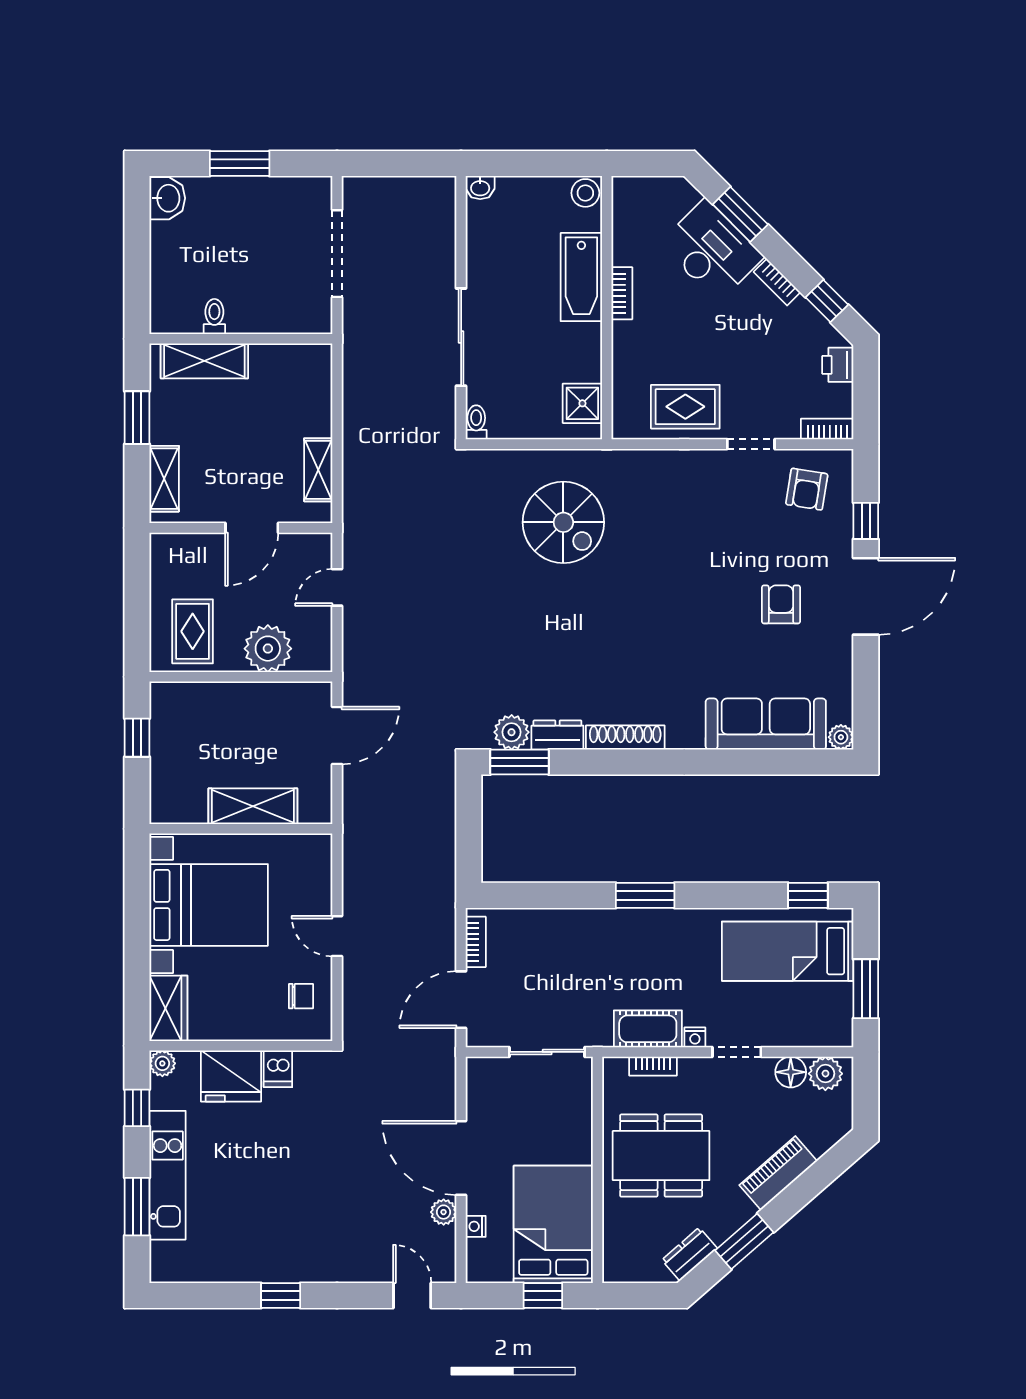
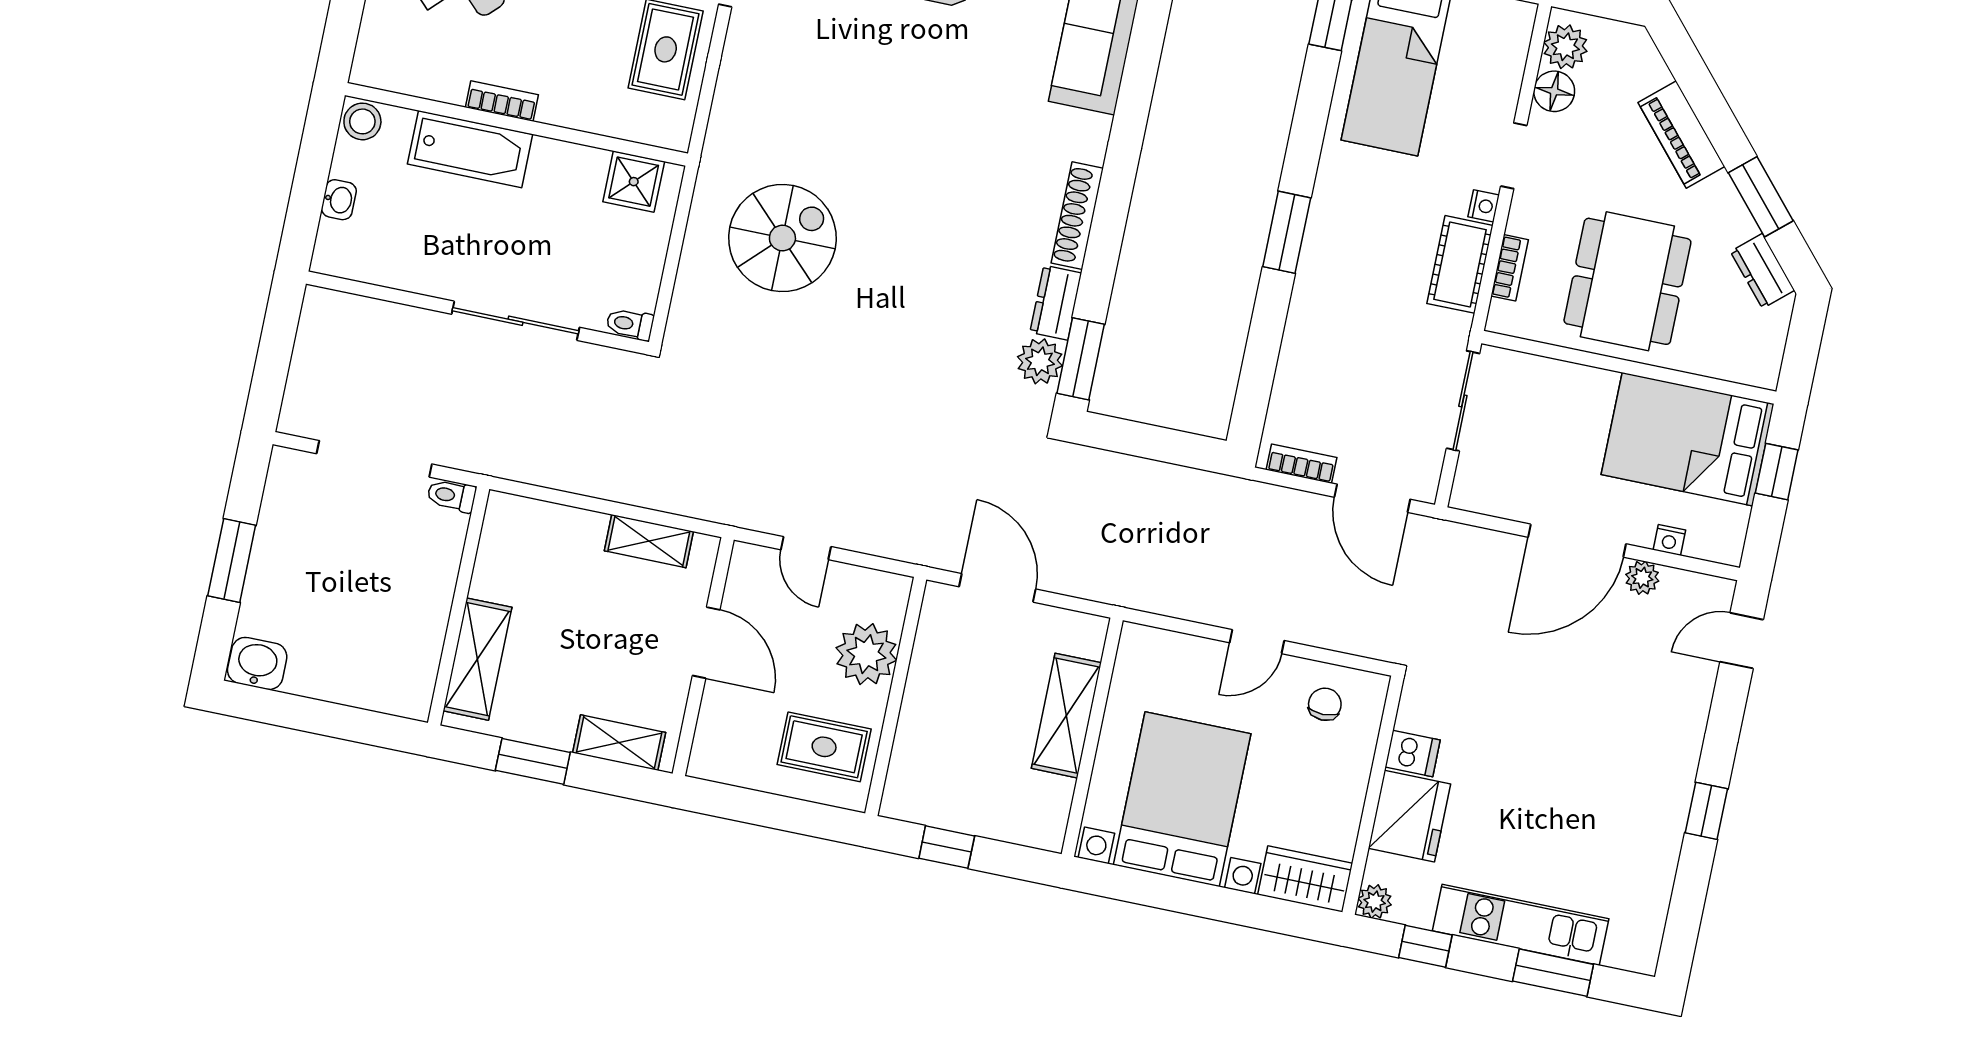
washbasin: (480, 188) -> (339, 200), moved
toilet: (214, 316) -> (451, 496), moved

